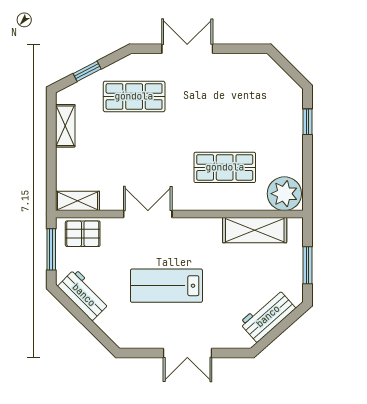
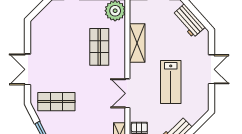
shop shelf: (134, 96) -> (56, 102), turned 90
shelving: (255, 230) -> (137, 43), moved

